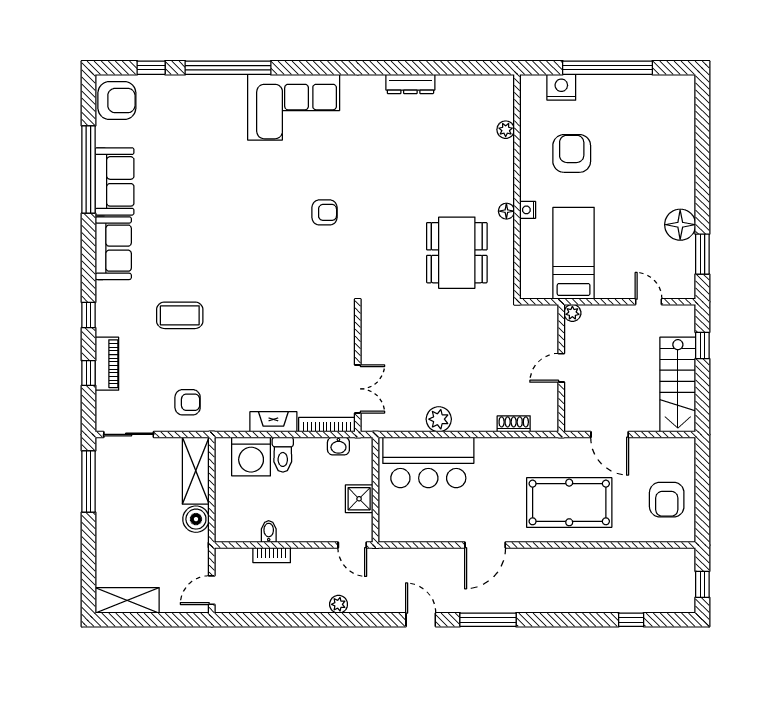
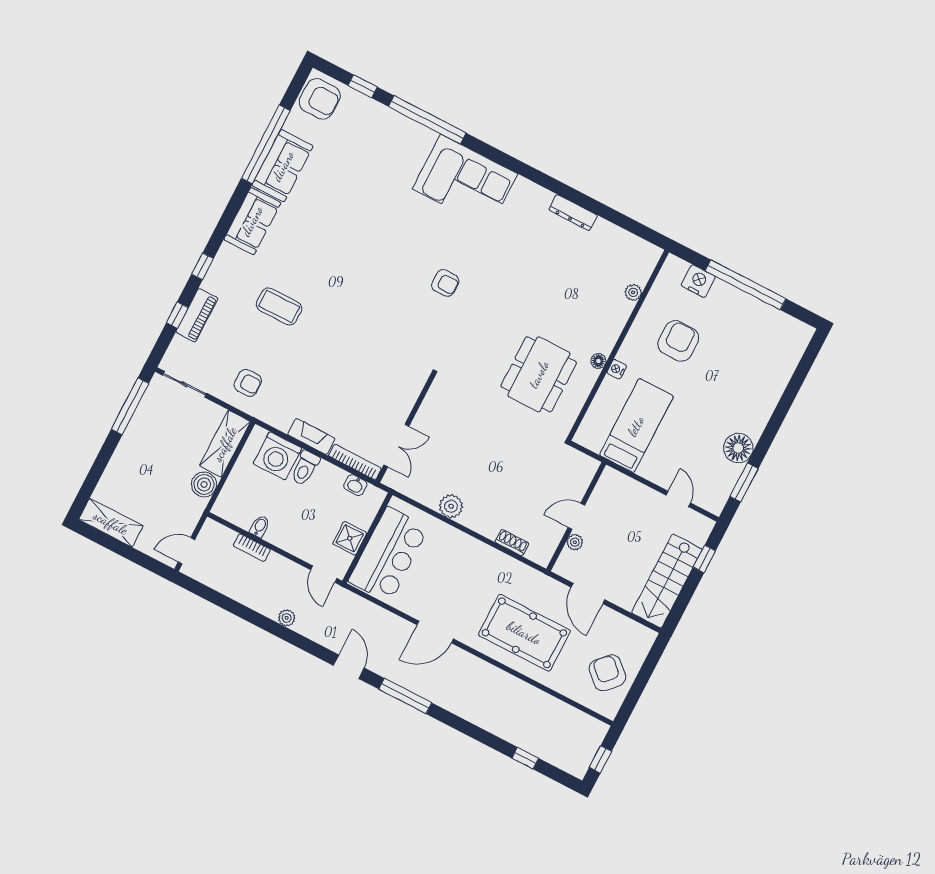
plant: (572, 313) -> (575, 542), moved
bar counter: (428, 462) -> (388, 555), moved, turned -90
armchair: (667, 500) -> (607, 673), turned 133

